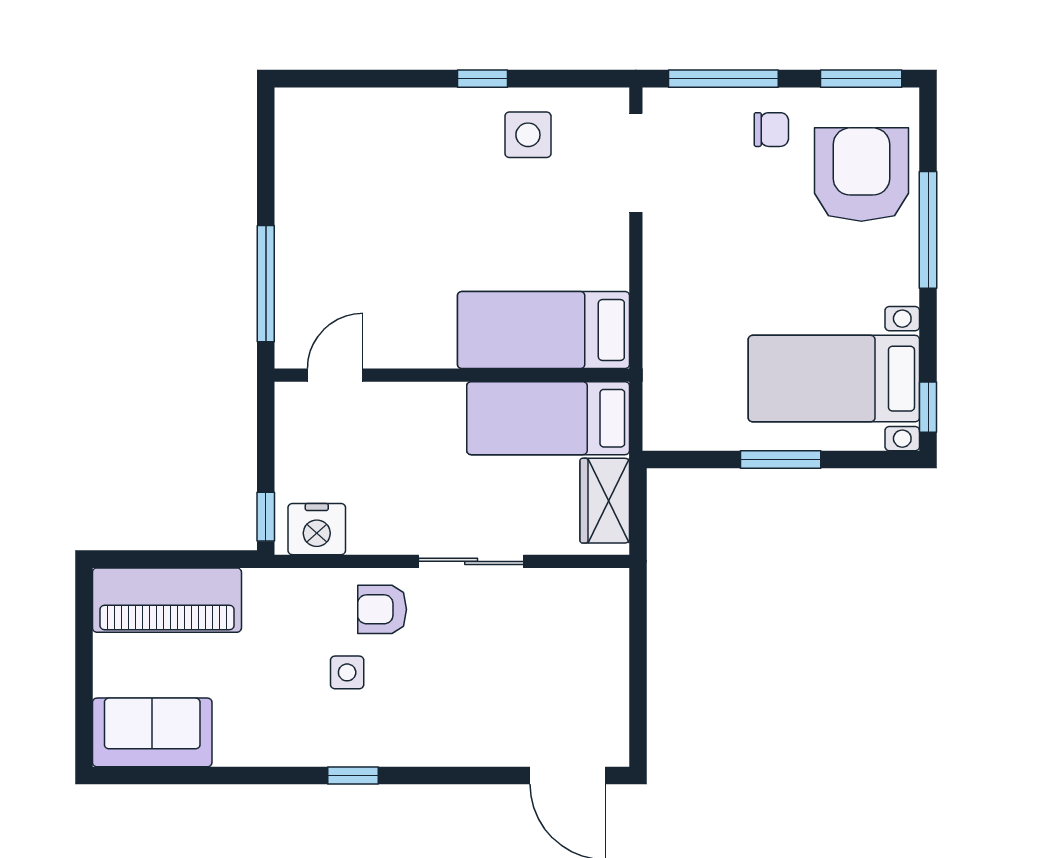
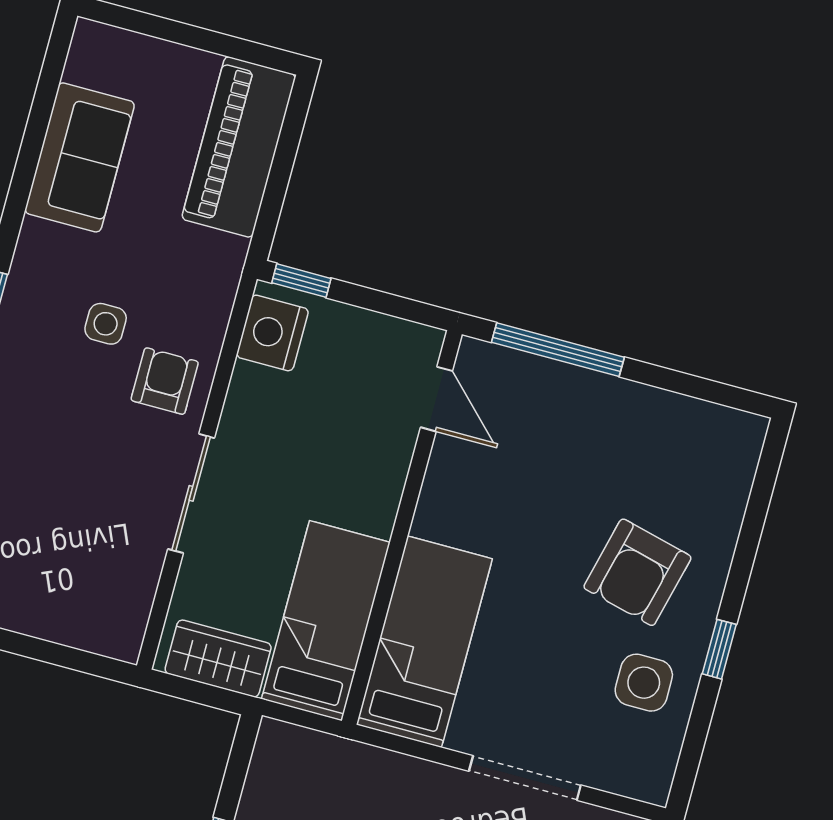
doorway: (636, 163) -> (525, 778), moved
armchair: (436, 165) -> (637, 572), added
sofa: (152, 732) -> (80, 157), moved

